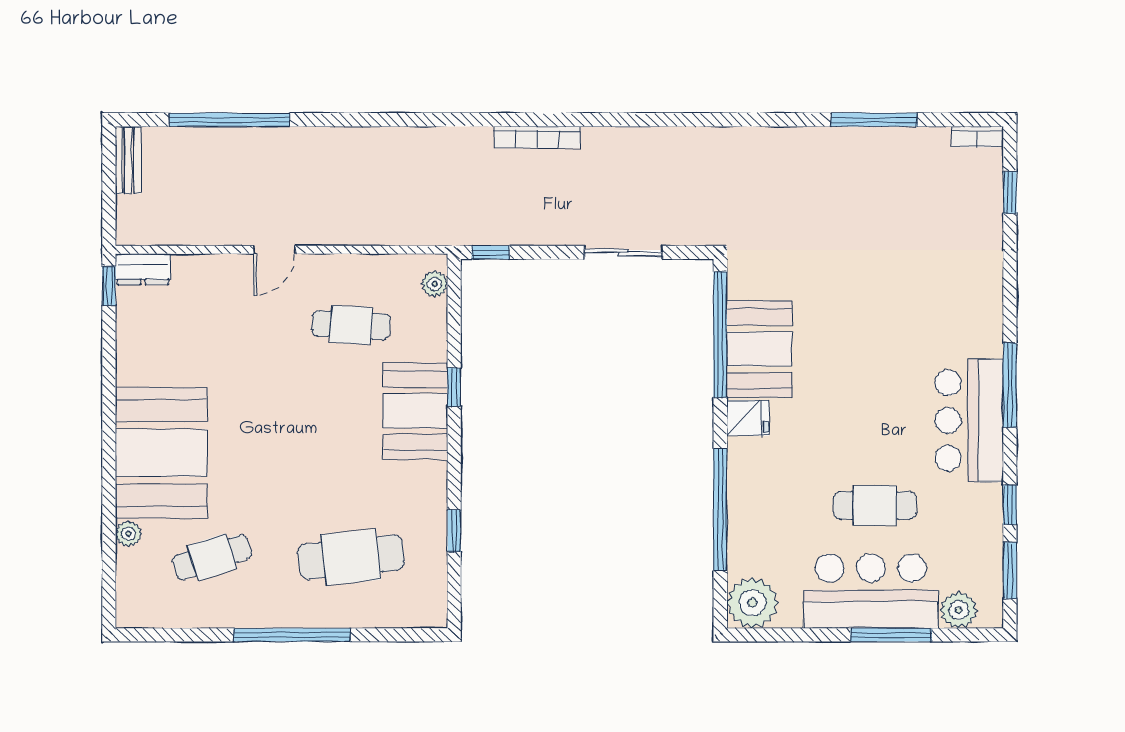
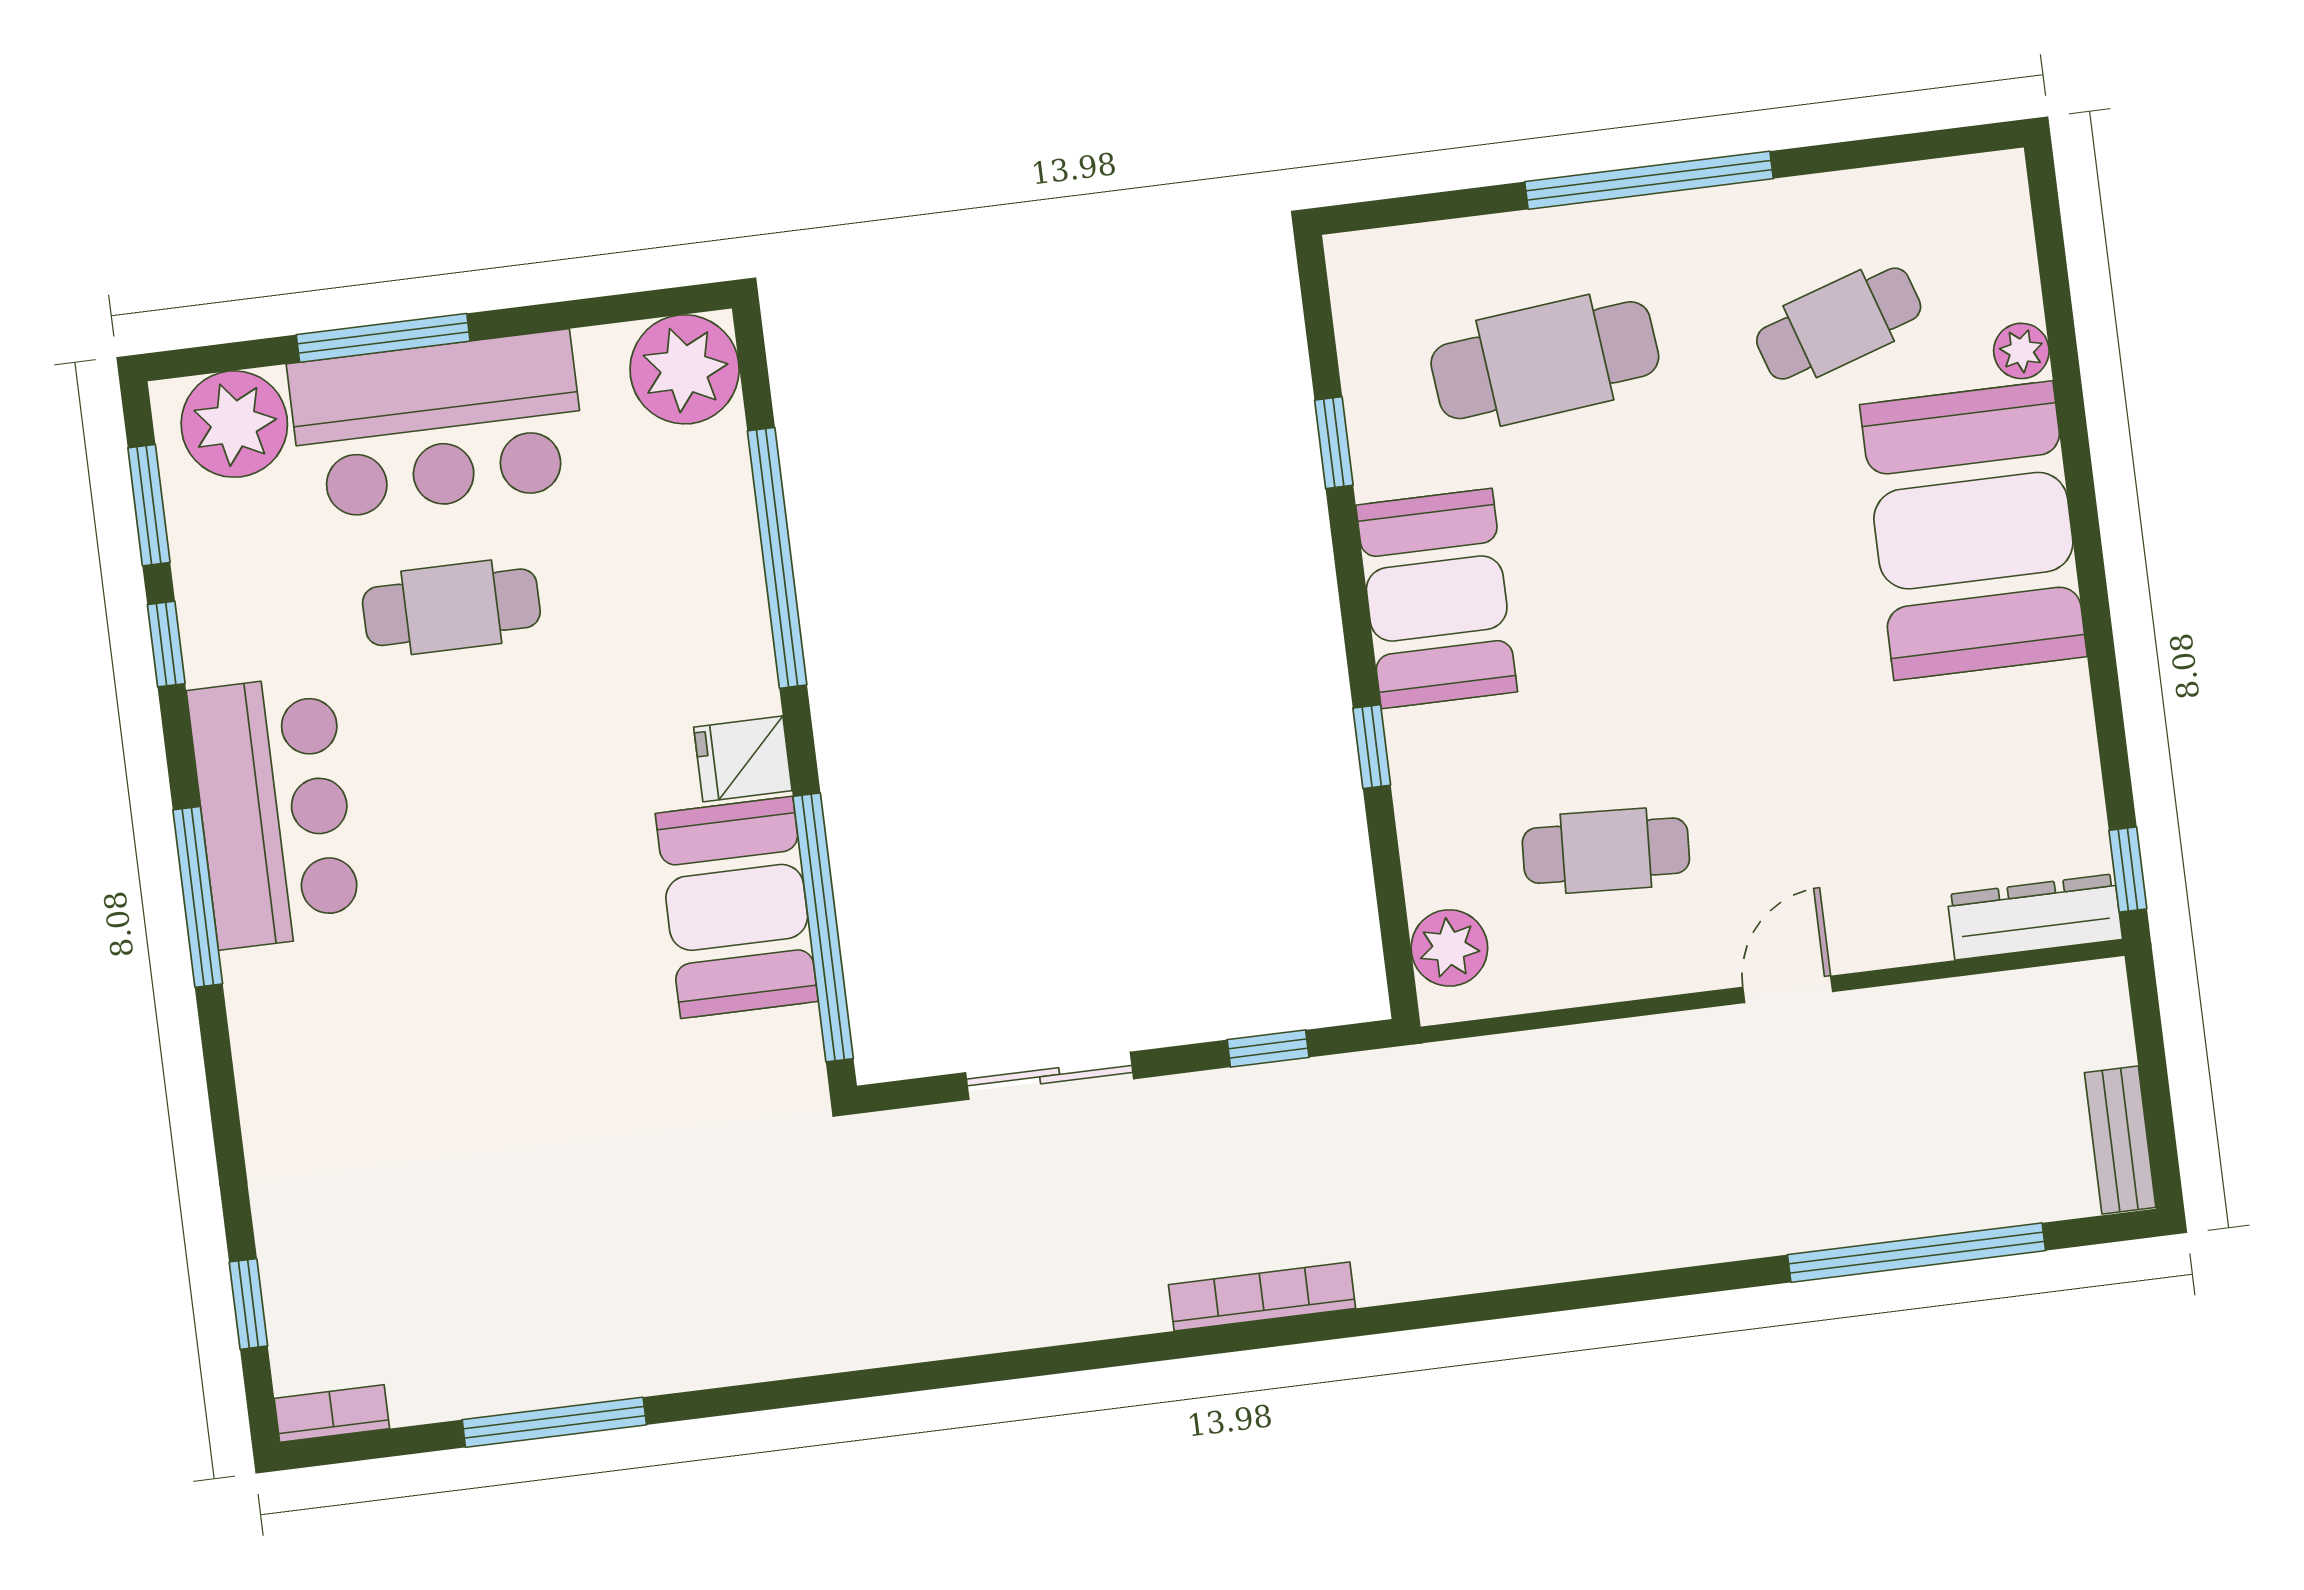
window: (491, 252) -> (1268, 1049), moved
dresser: (143, 269) -> (2035, 917), width x1.44
plant: (435, 284) -> (1449, 948), width x1.38, depth x1.38
booth: (415, 411) -> (1437, 598), moved
plant: (959, 610) -> (234, 424), width x1.36, depth x1.36

